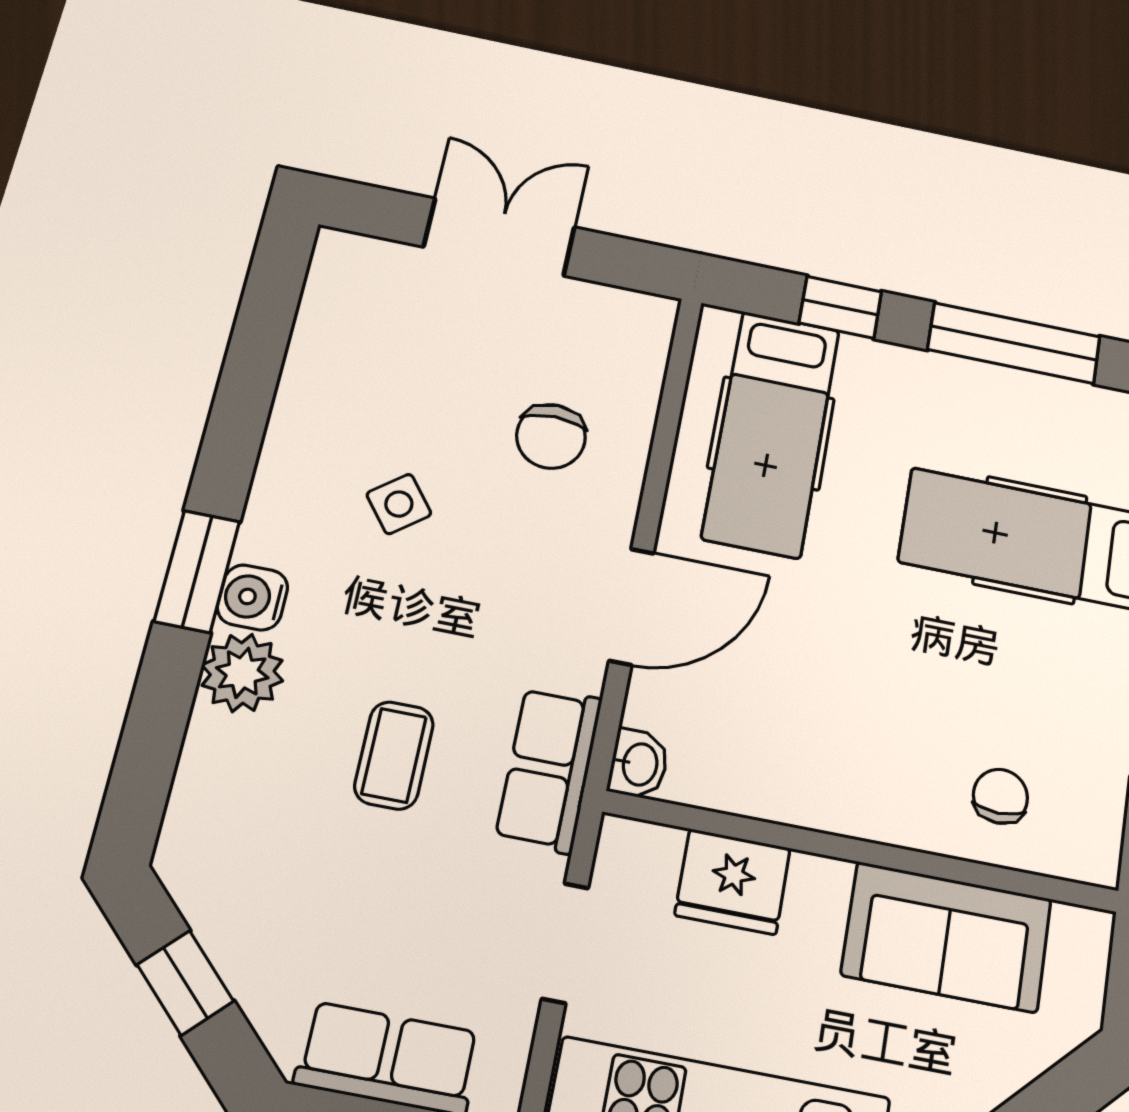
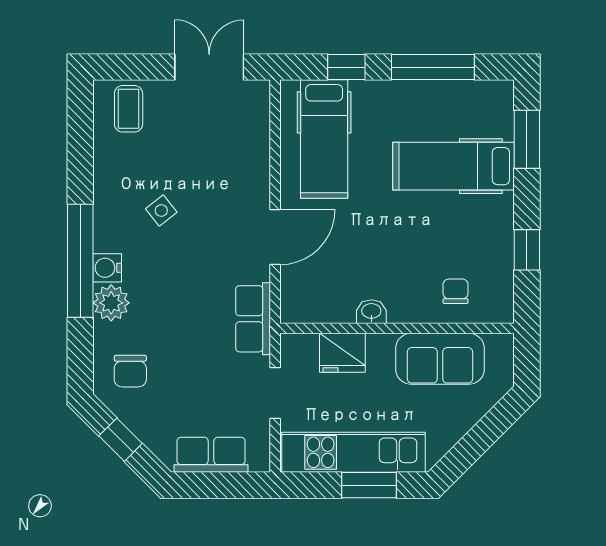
double door: (499, 237) -> (209, 67), moved
chair: (551, 436) -> (130, 371), moved
window: (197, 571) -> (80, 261), width x2.11
coffee table: (394, 755) -> (129, 109), moved
washbasin: (639, 764) -> (371, 312), moved, turned -90

